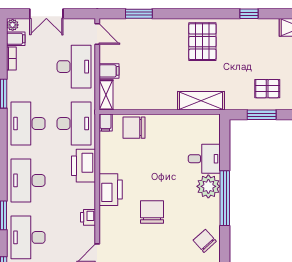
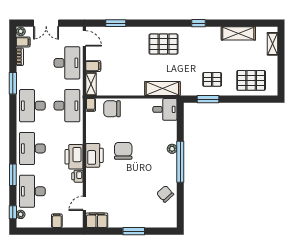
pallet: (202, 42) -> (163, 44), turned 90
desk: (204, 159) -> (165, 109), moved
printer: (84, 166) -> (74, 157), moved
plant: (208, 186) -> (172, 149), width x0.53, depth x0.53
chair: (152, 212) -> (123, 151), moved

